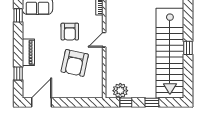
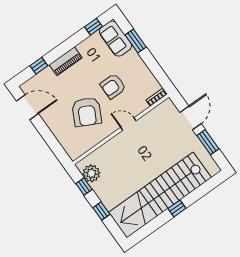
armchair: (75, 63) -> (87, 112), turned -75

